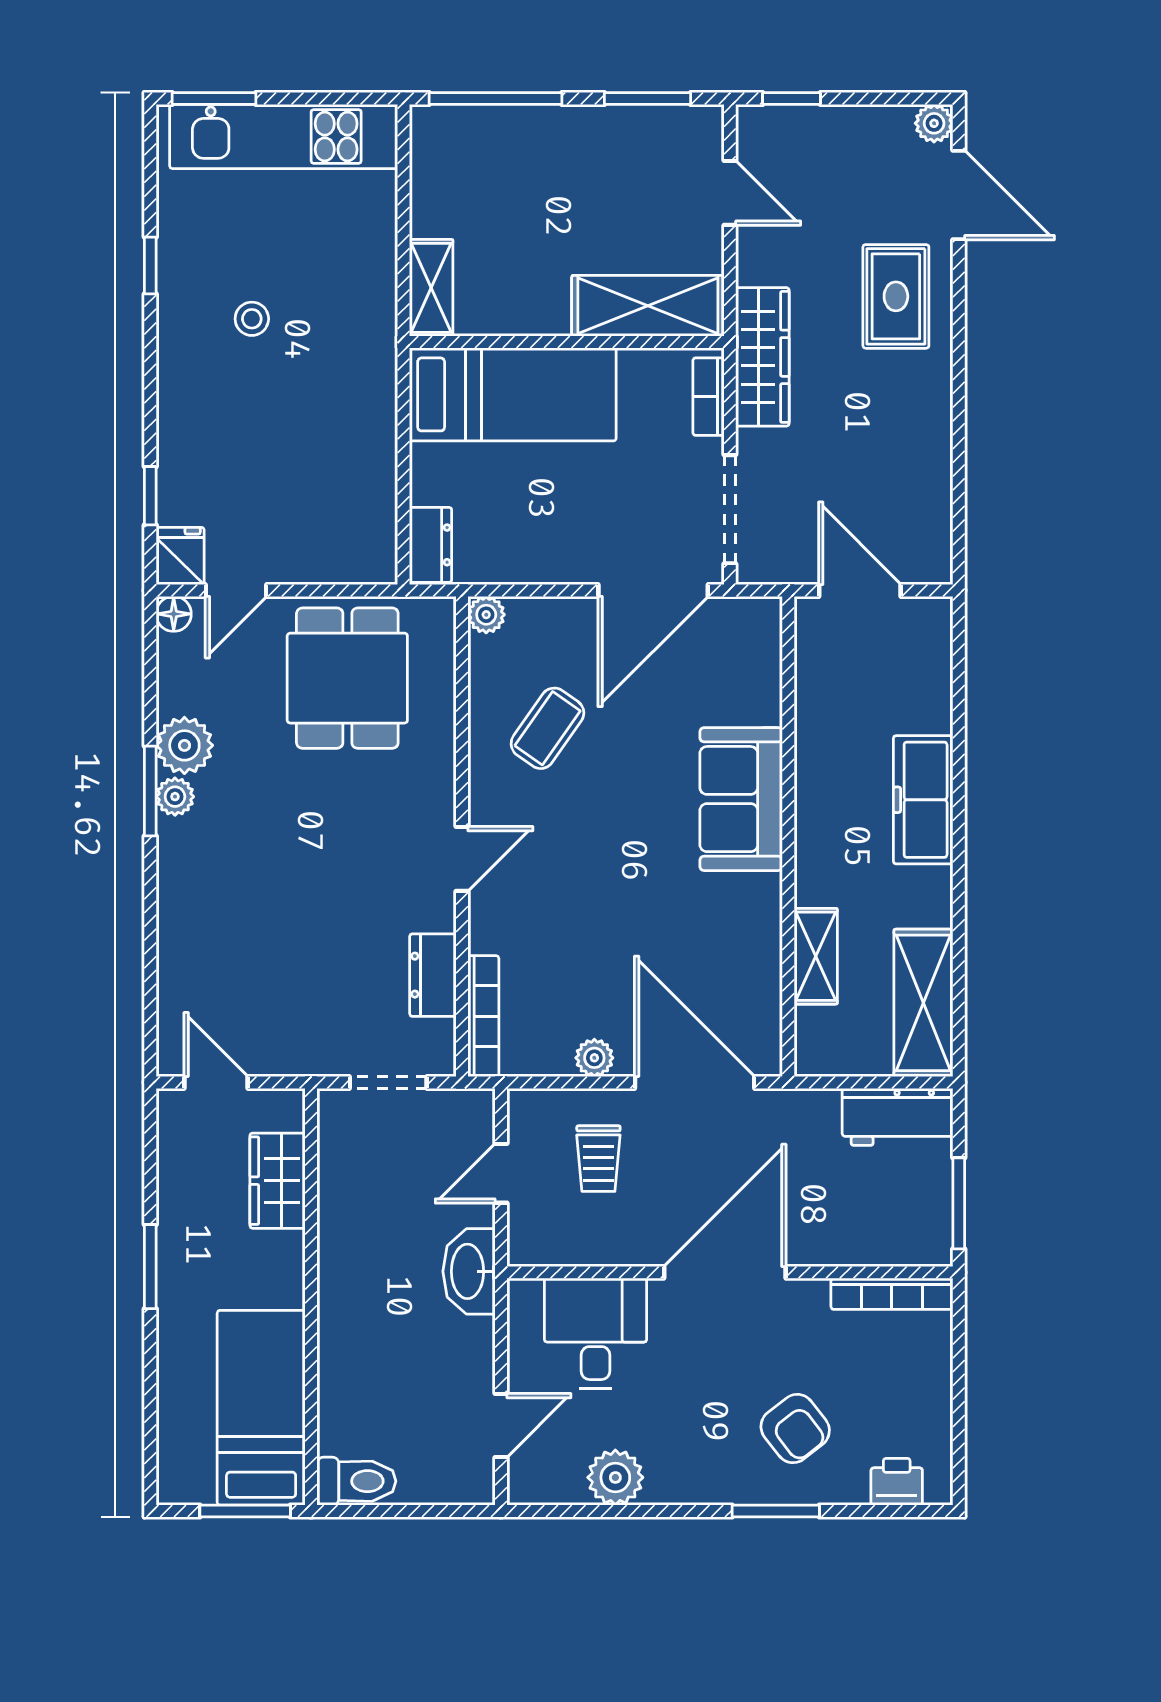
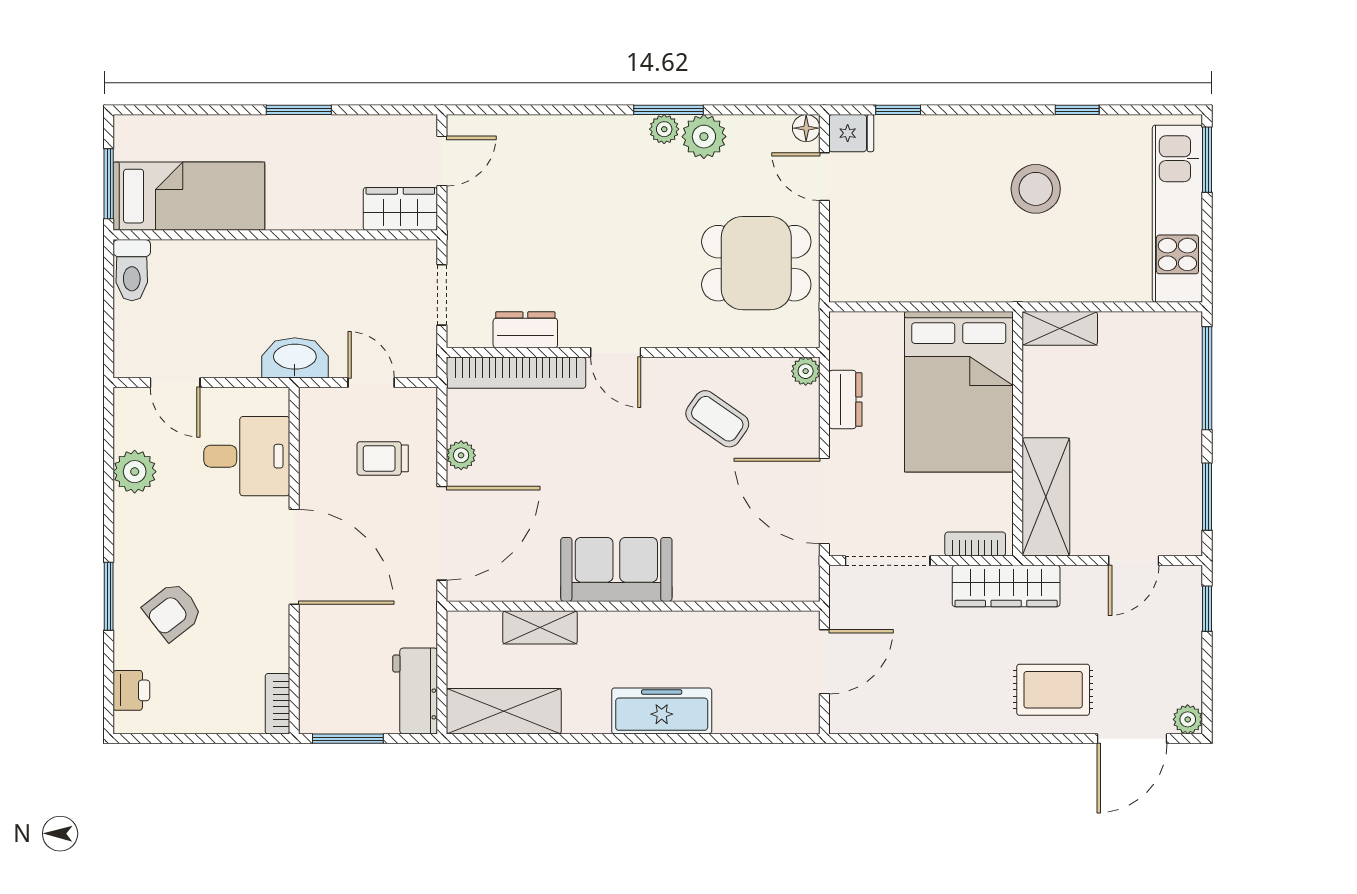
stool: (252, 319) -> (1036, 189), width x1.89, depth x1.89
bed: (513, 394) -> (959, 392), width x1.50
dresser: (431, 545) -> (845, 400), moved, turned -90
sofa: (741, 799) -> (616, 569), moved
bookcase: (483, 1016) -> (516, 373), width x1.48, depth x1.31
wardrobe: (278, 1181) -> (400, 209), moved
bookcase: (892, 1294) -> (277, 704), width x0.64

